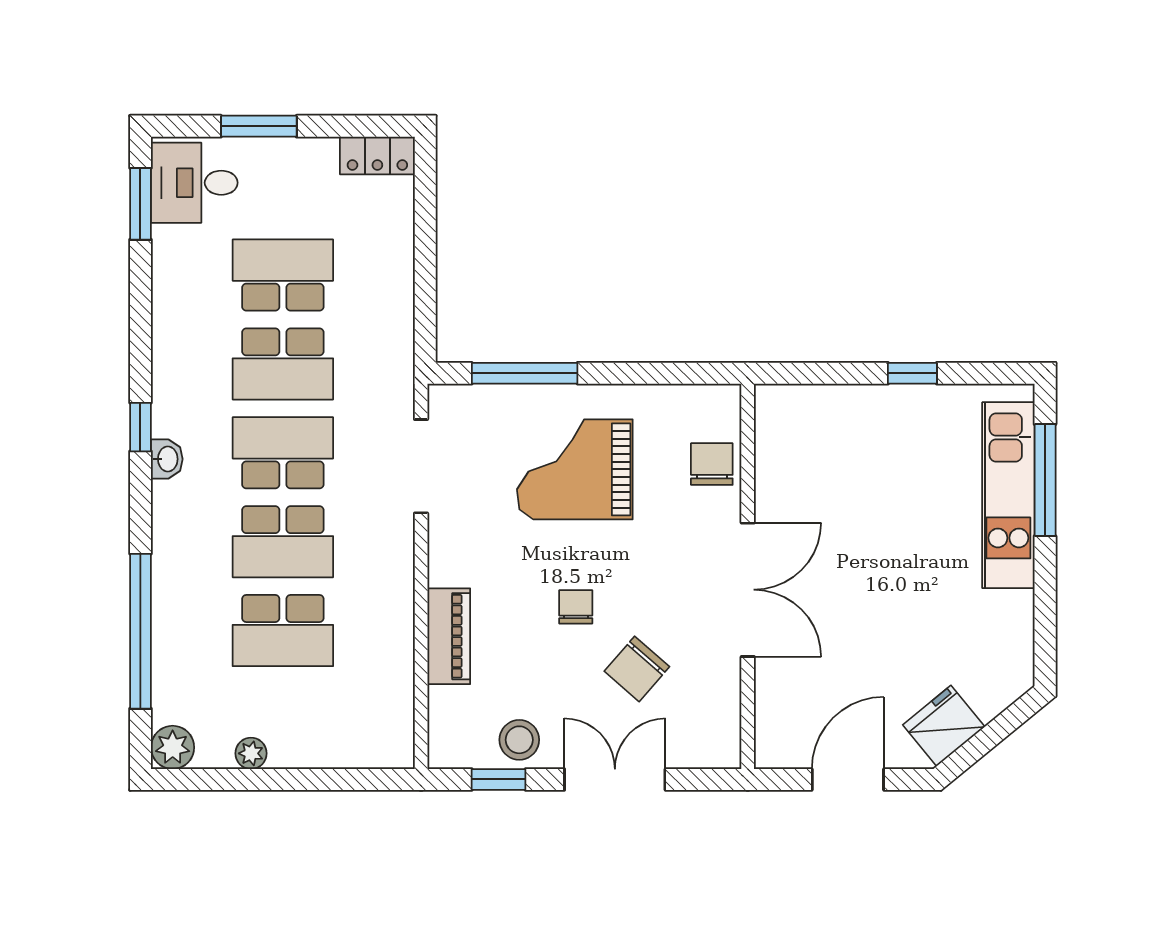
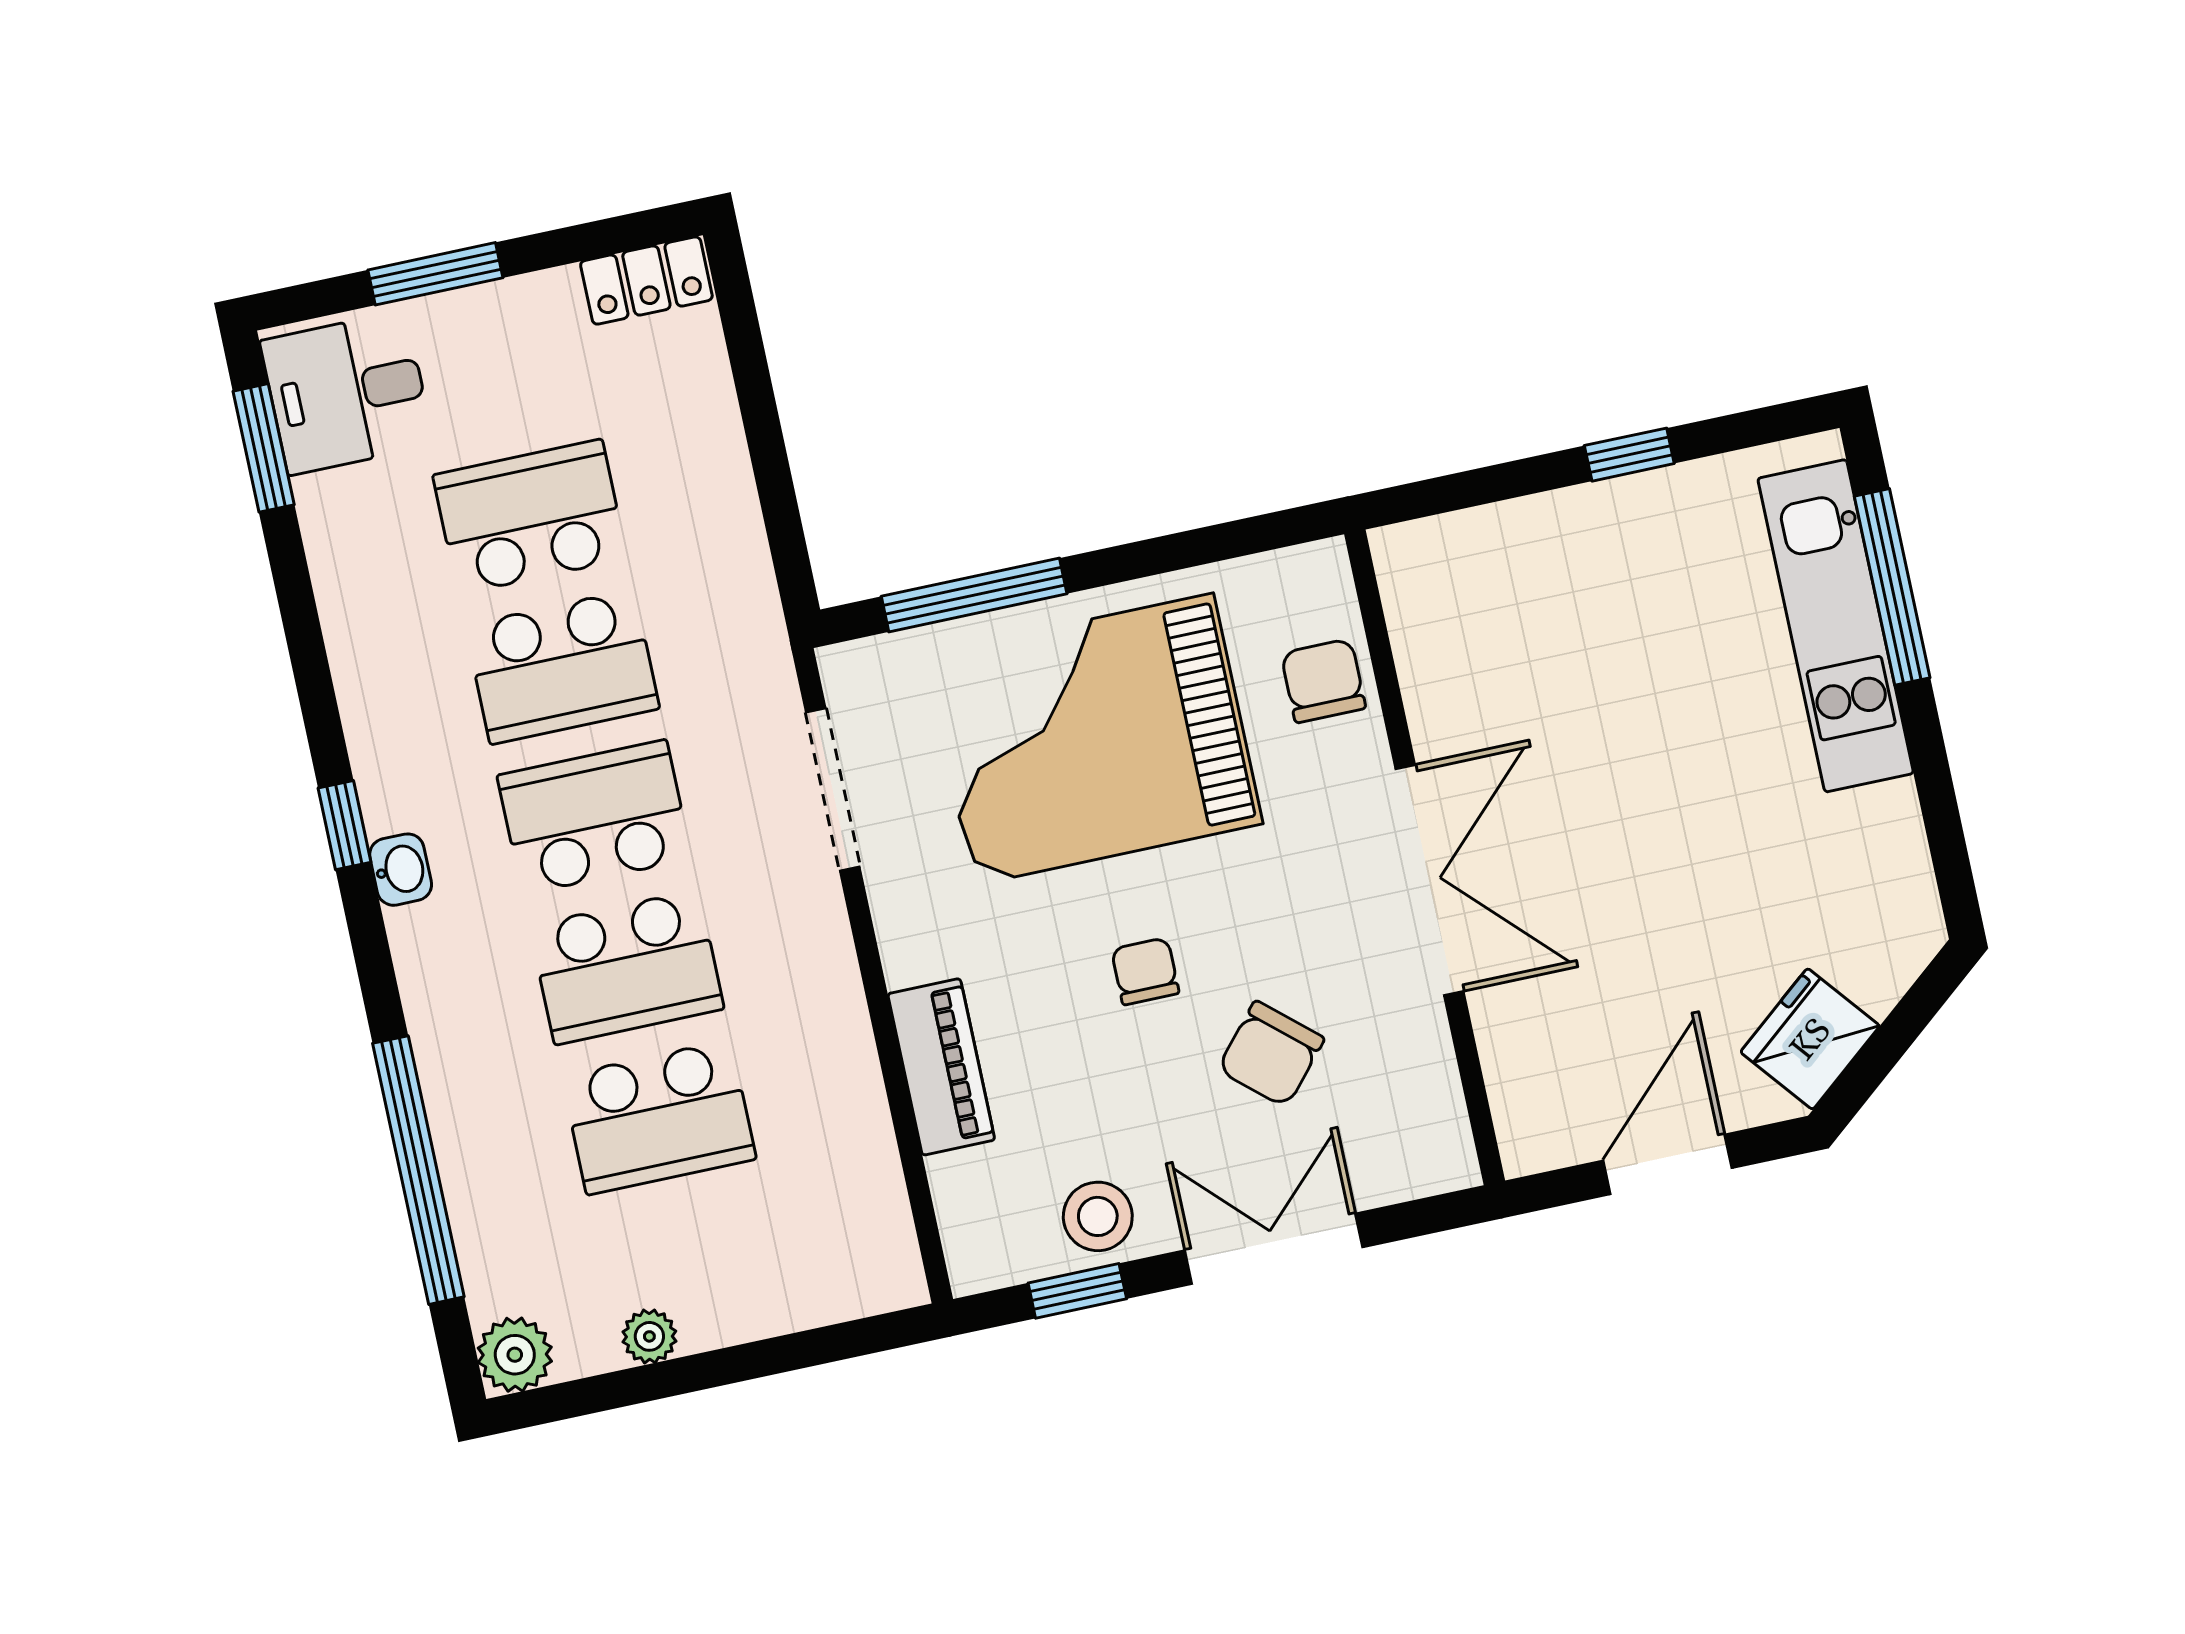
grand piano: (575, 469) -> (1094, 739), width x1.37, depth x1.48

